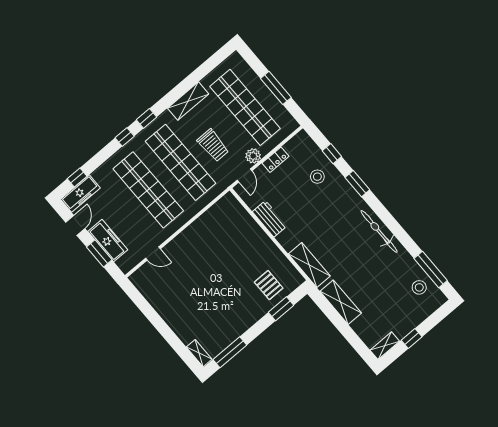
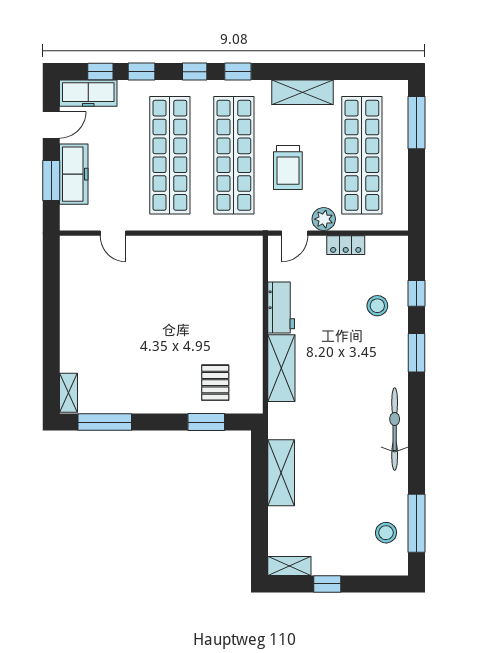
window: (276, 88) -> (416, 123), moved
window: (98, 160) -> (142, 72), added
shelving: (309, 265) -> (281, 368), moved

